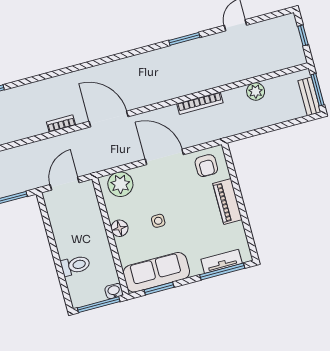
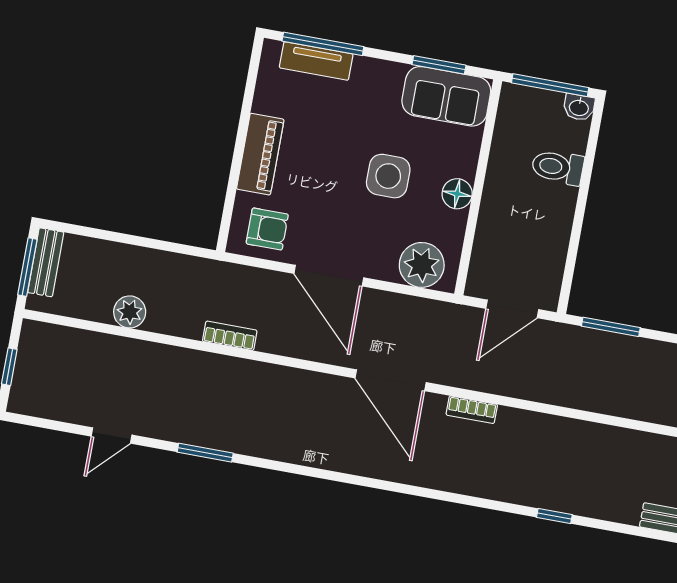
bookcase: (200, 103) -> (230, 336), width x0.64
armchair: (206, 166) -> (267, 229), turned 90
side table: (158, 221) -> (388, 176), width x1.87, depth x1.87
sofa: (156, 272) -> (446, 96), width x0.73
washbasin: (114, 291) -> (579, 107), moved

